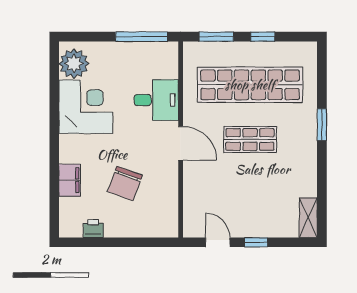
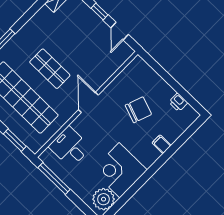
desk: (156, 100) -> (70, 147), moved
filing cabinet: (70, 180) -> (162, 144), width x0.50

